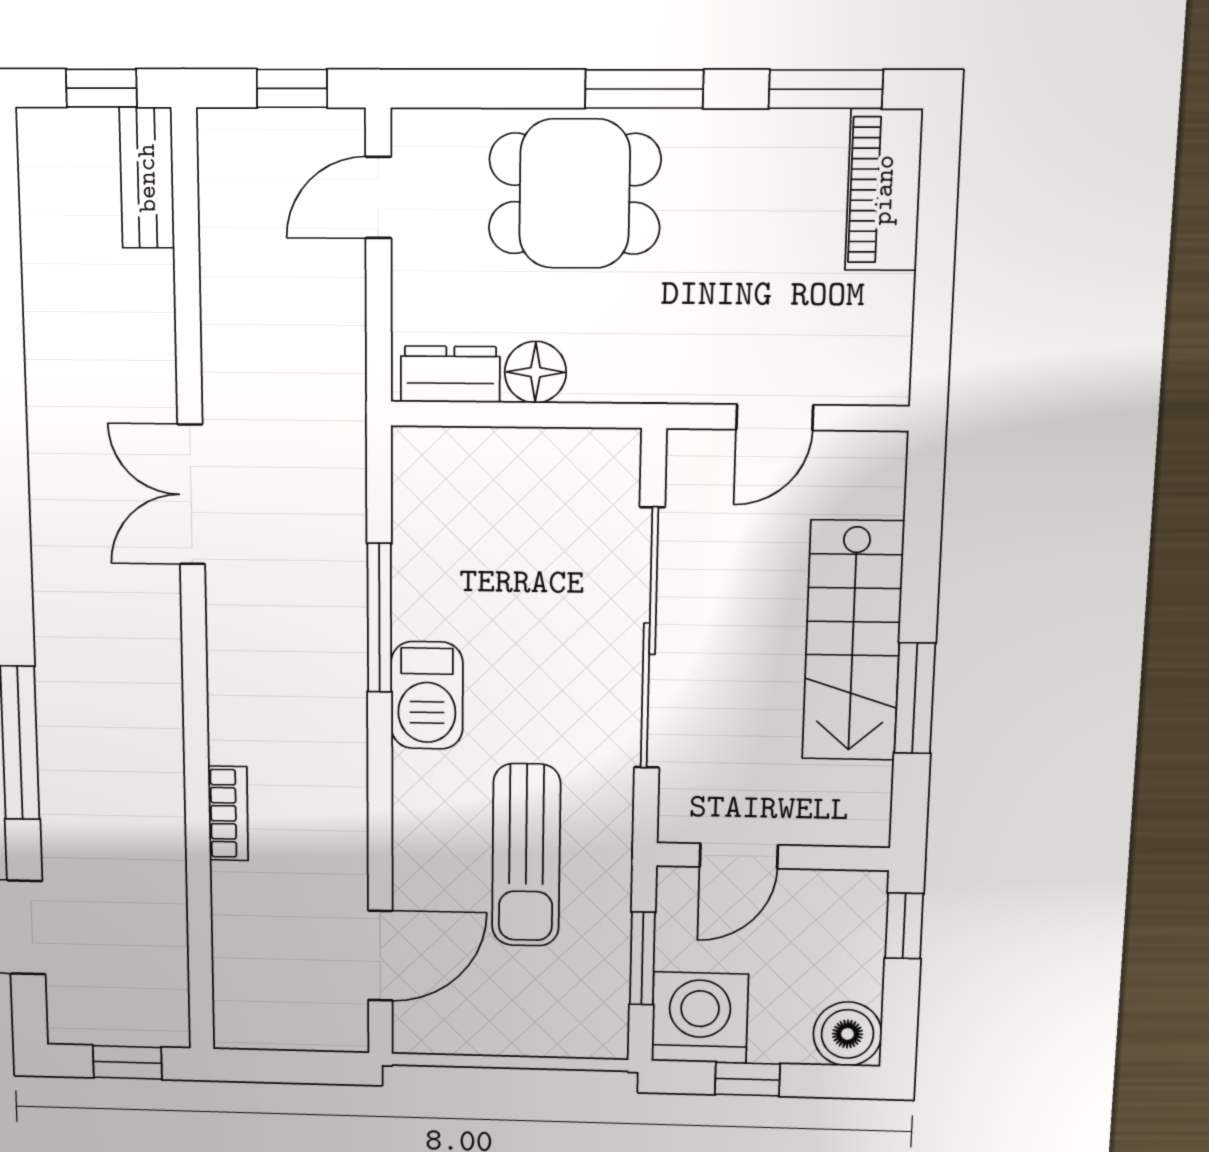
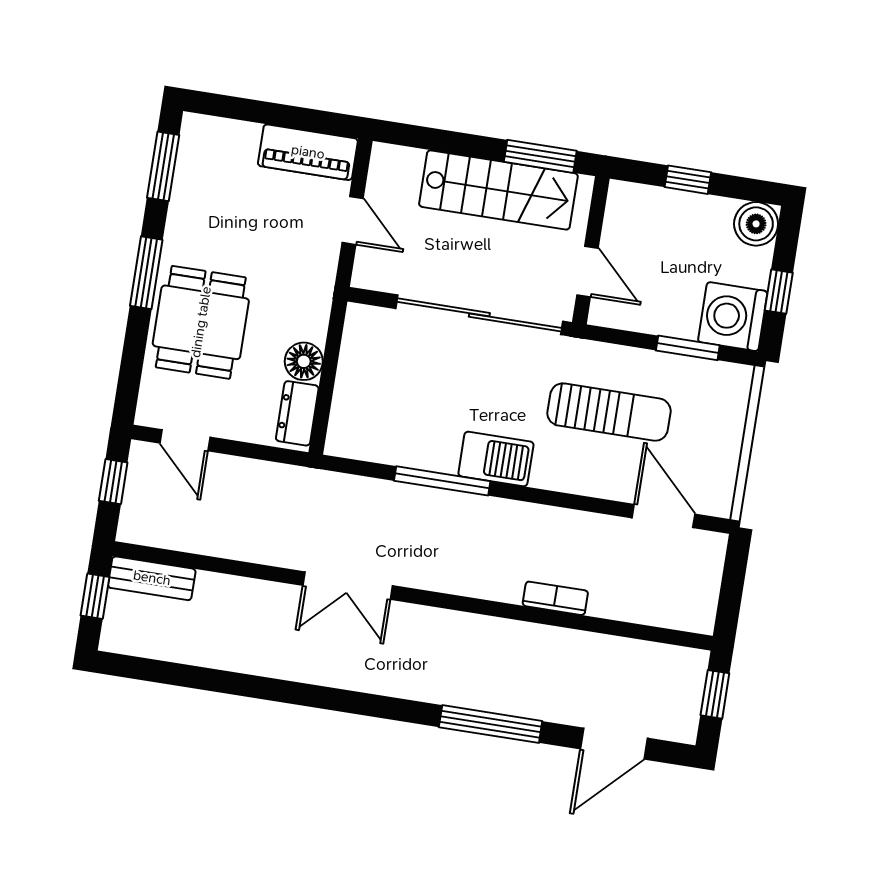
piano: (884, 190) -> (308, 152), moved
door: (739, 856) -> (588, 271), moved
wall: (773, 857) -> (591, 250), moved

